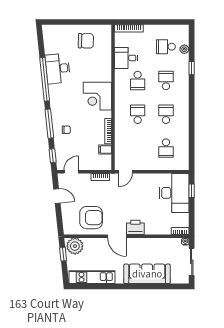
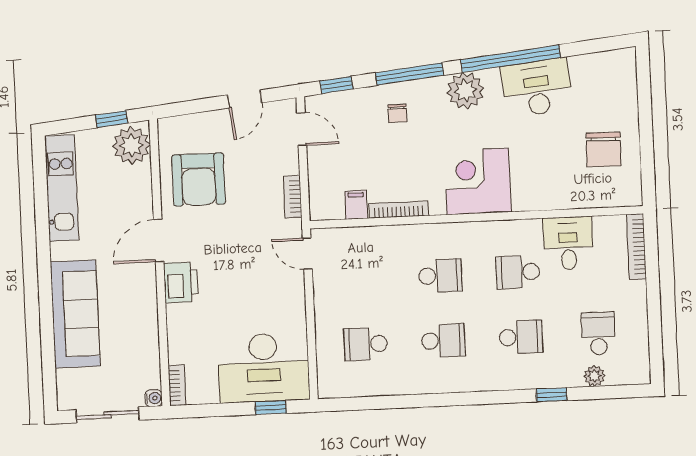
plant: (58, 100) -> (465, 91), added

